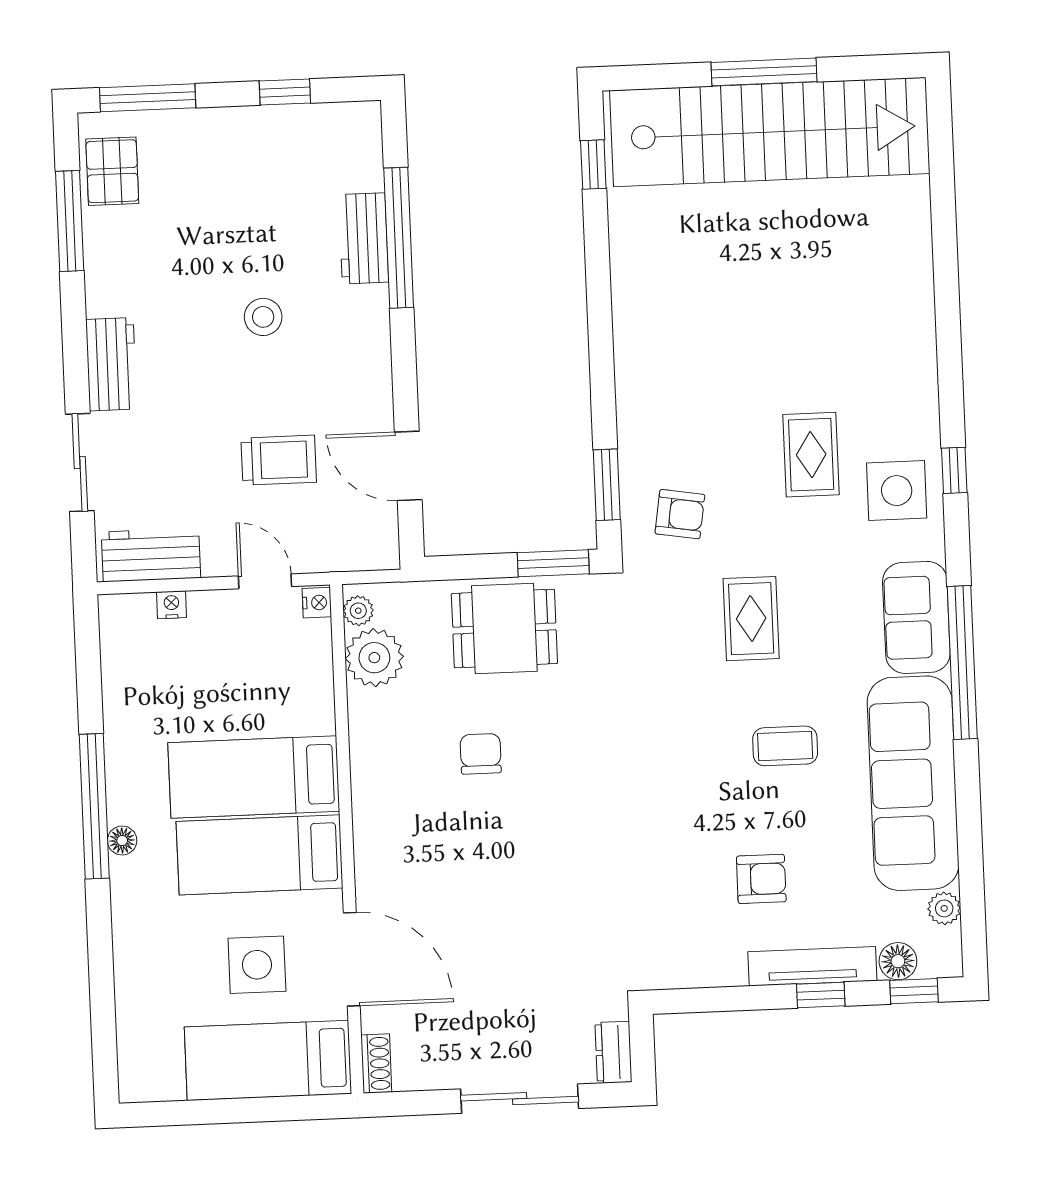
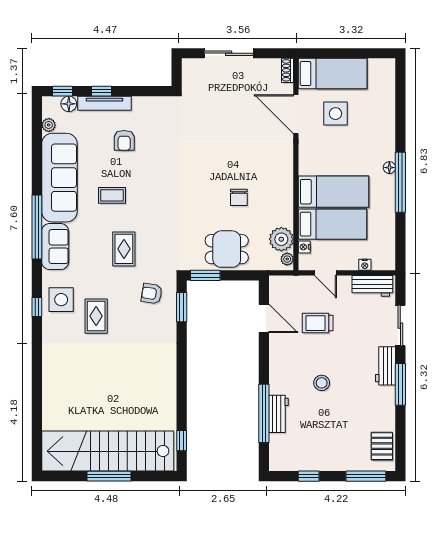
window: (70, 221) -> (400, 384), moved
nightstand: (317, 603) -> (304, 247), moved
bed: (260, 855) -> (332, 224), moved
armchair: (761, 879) -> (124, 140), turned -90
dresser: (613, 1052) -> (189, 71), removed

